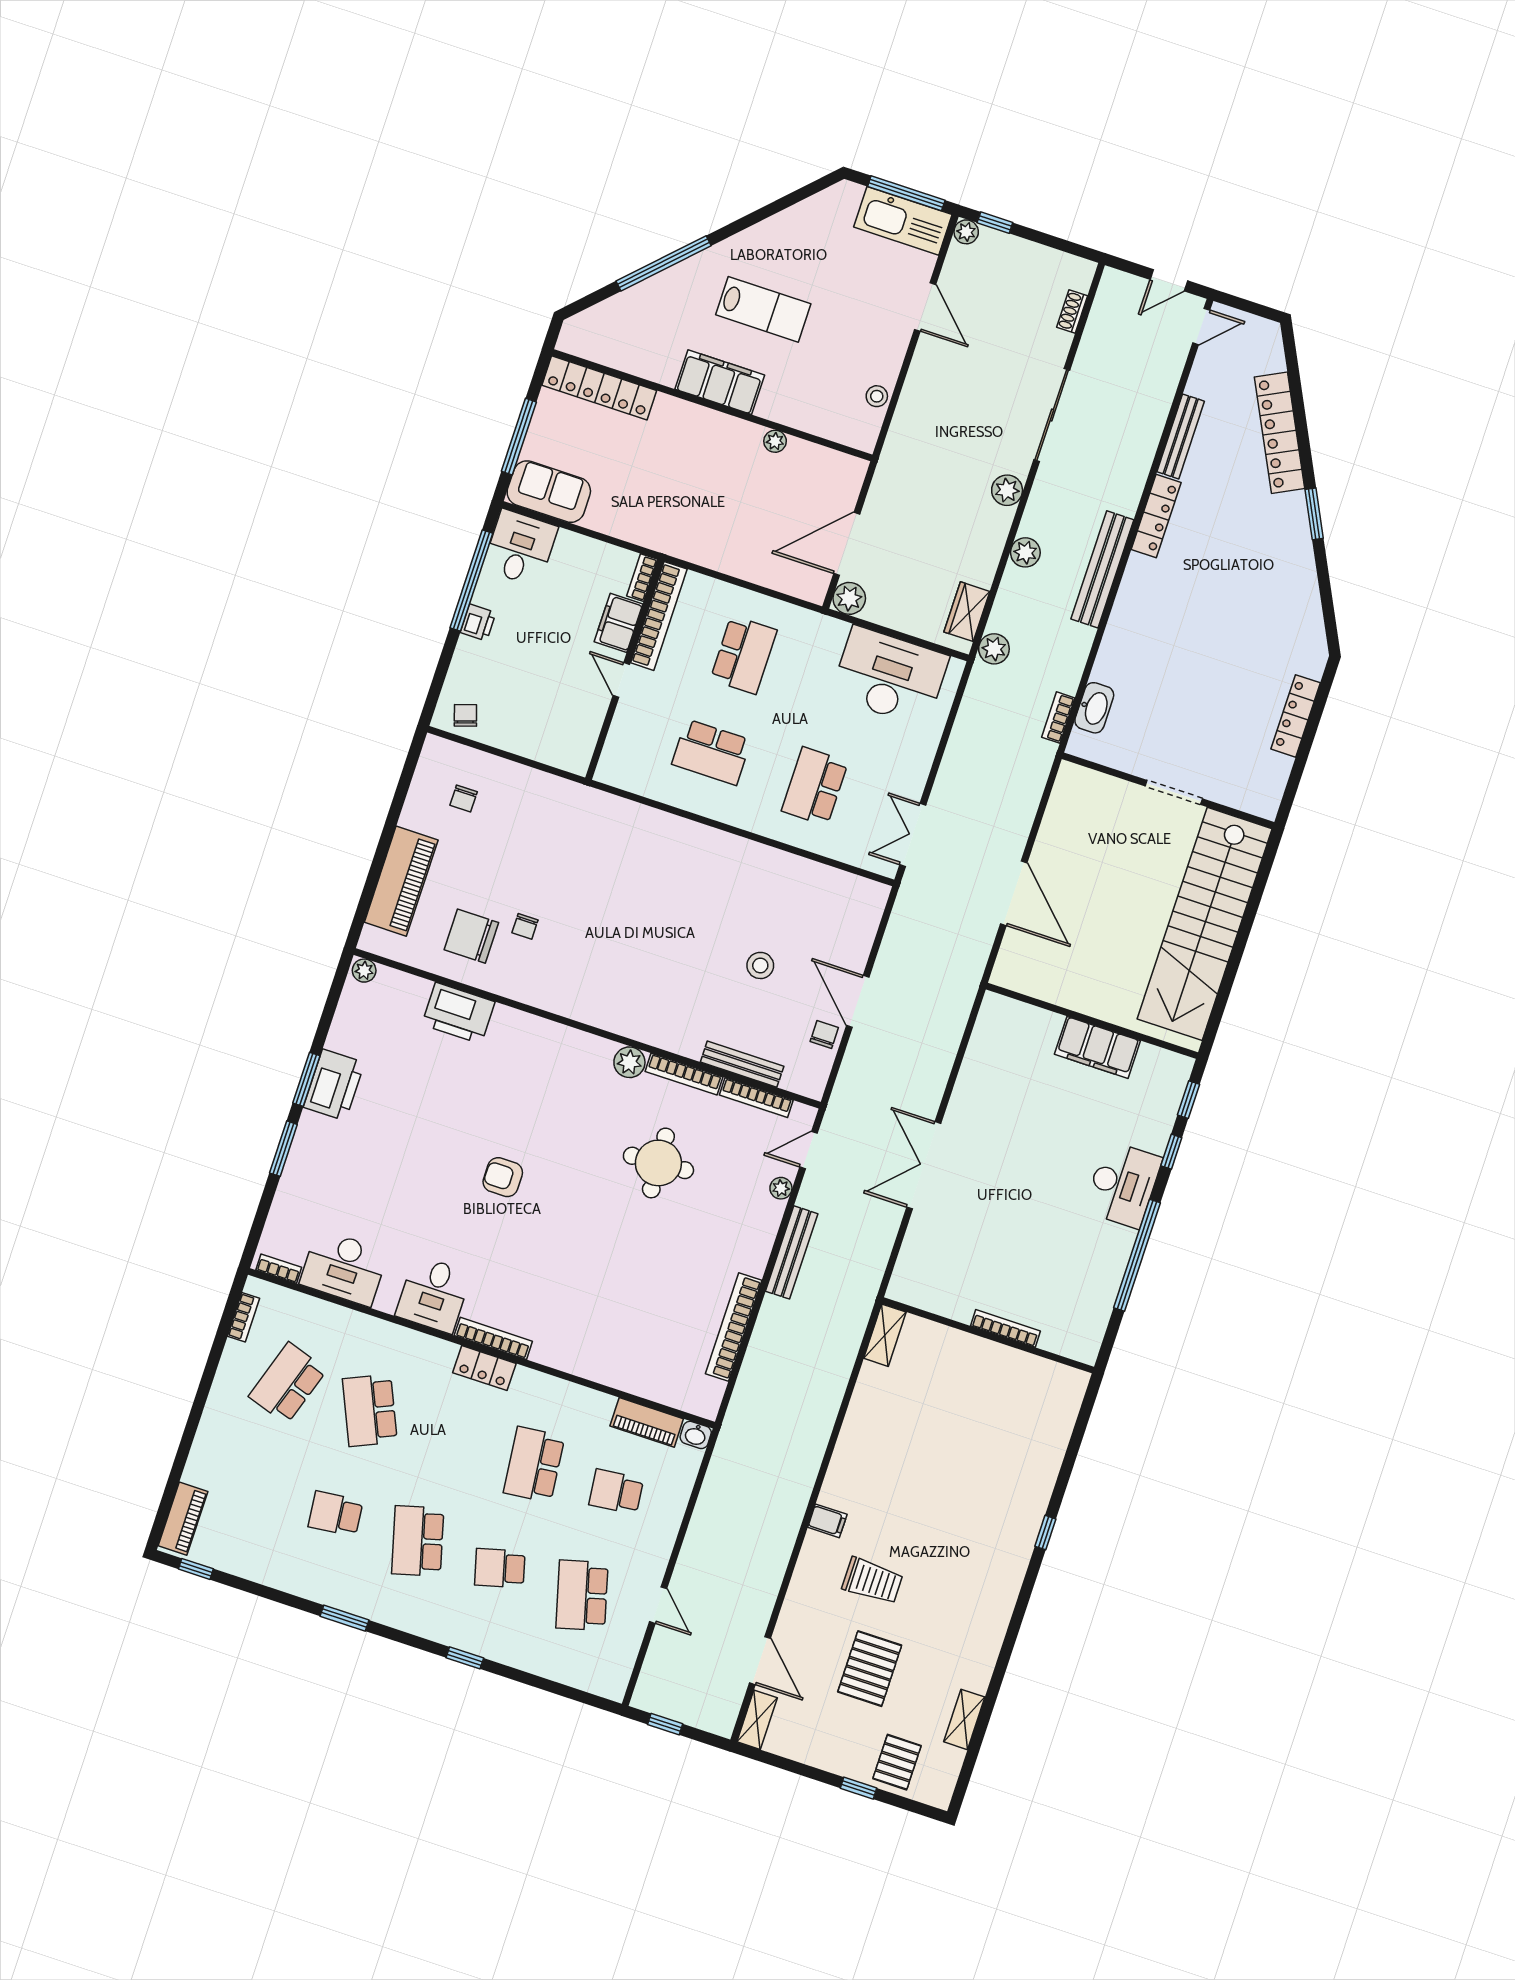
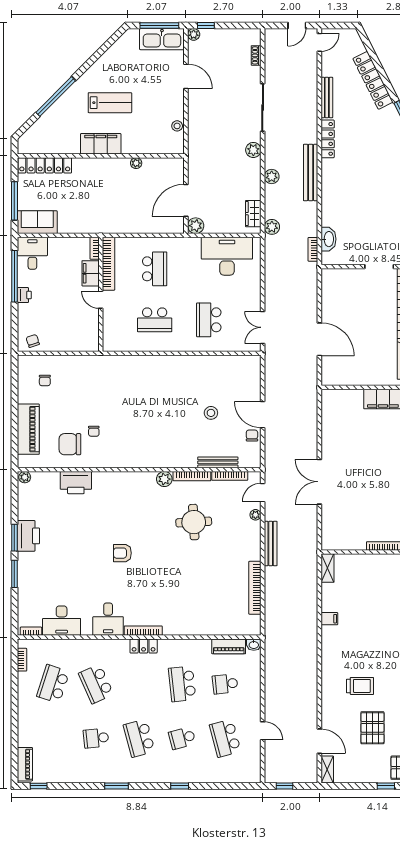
filing cabinet: (827, 1521) -> (329, 619), moved

